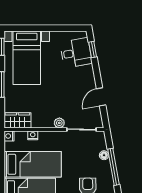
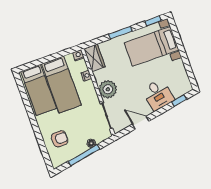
desk: (76, 53) -> (158, 95), moved
plant: (59, 123) -> (108, 89), width x1.88, depth x1.88

